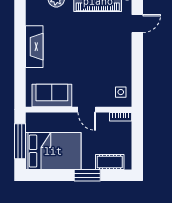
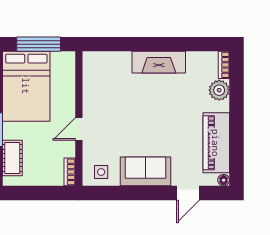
door: (137, 24) -> (188, 193), hinge flipped
sofa: (52, 95) -> (145, 171), moved, turned -90

